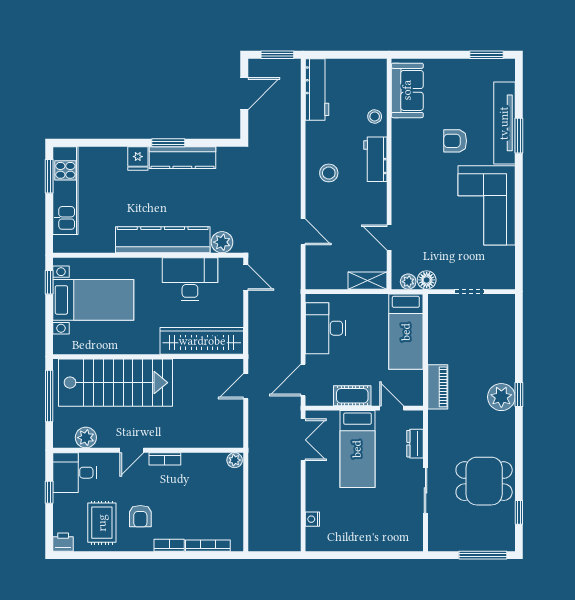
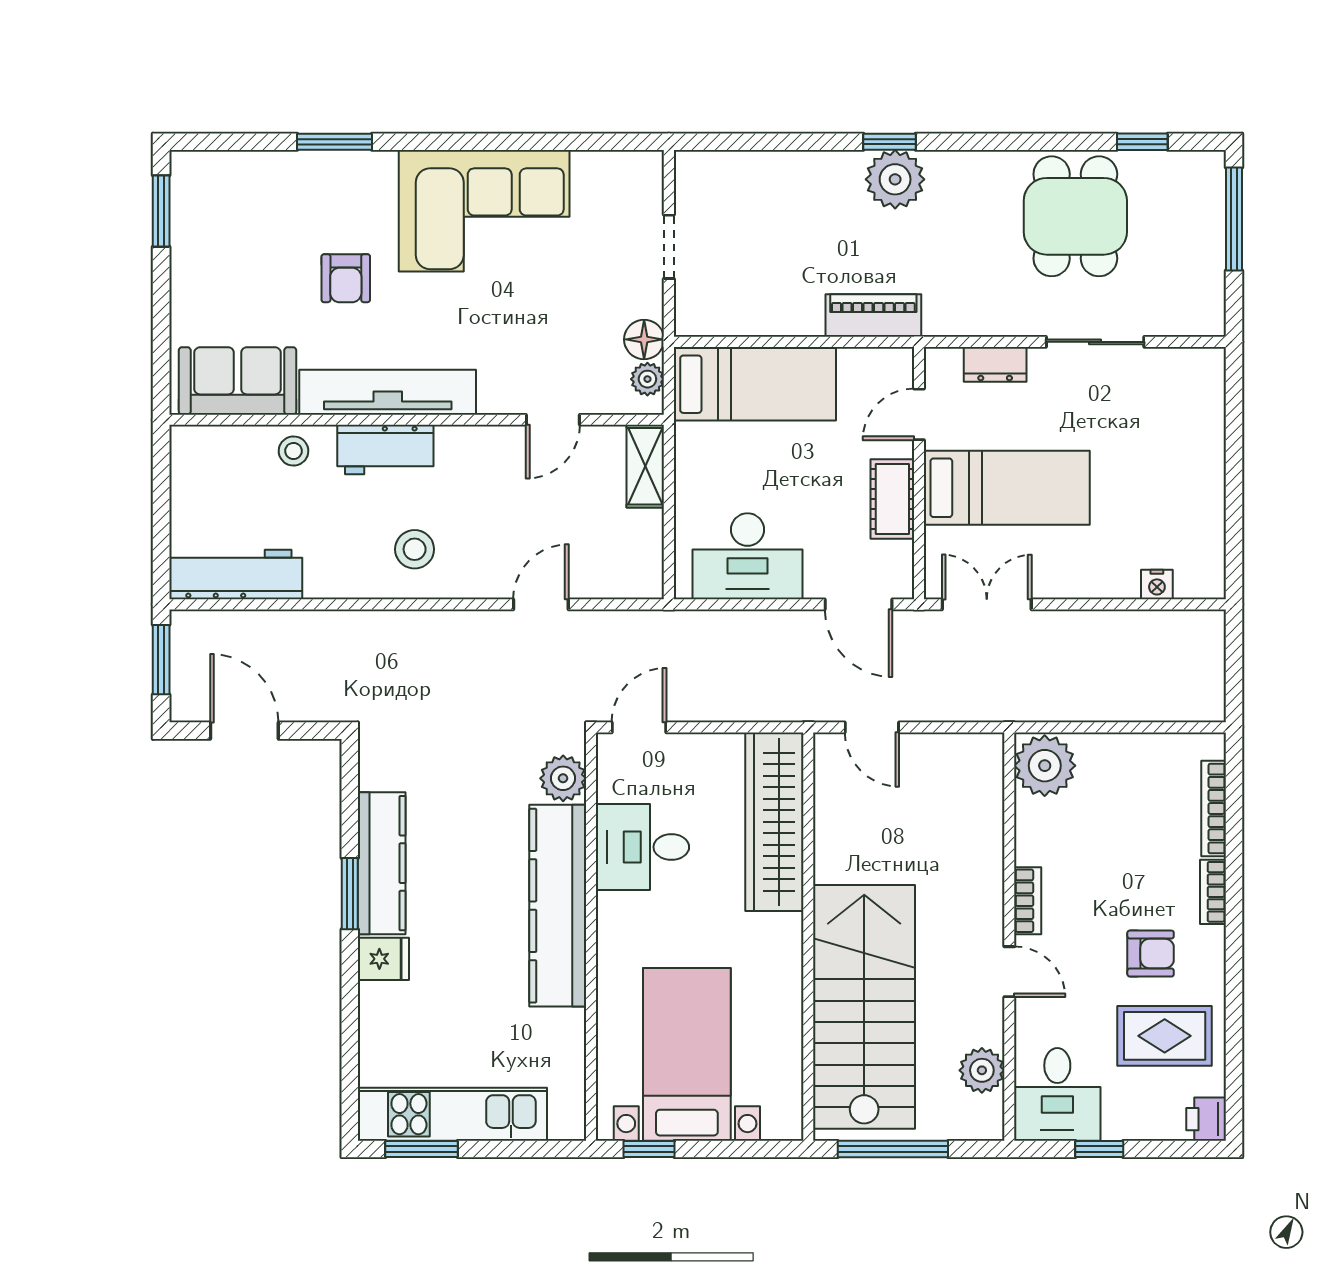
tv unit: (504, 123) -> (388, 392), moved, turned 180
desk: (190, 279) -> (642, 847), width x0.73
plant: (235, 460) -> (1045, 766), width x1.88, depth x1.88

